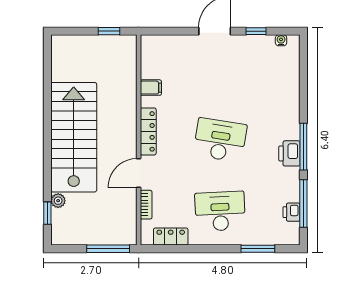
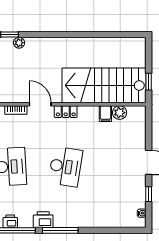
plant: (149, 69) -> (120, 113), added
locker: (148, 131) -> (66, 112), width x0.66
stairs: (74, 137) -> (104, 85), moved, turned 180
printer: (289, 153) -> (43, 220), moved

